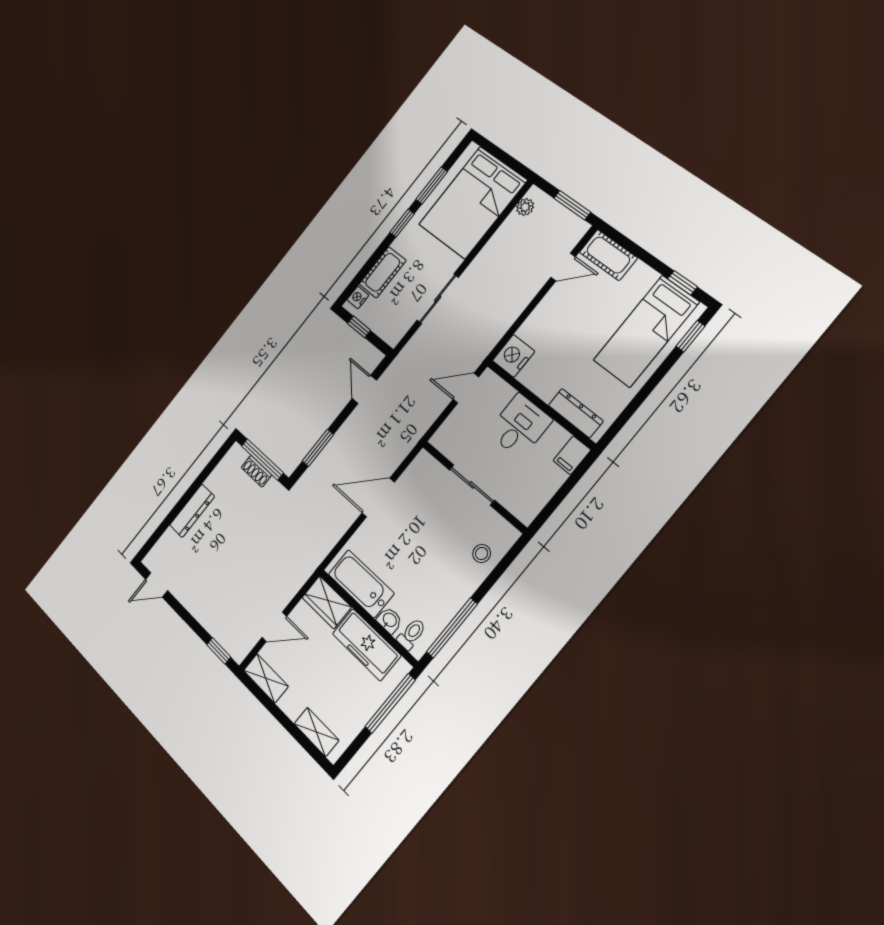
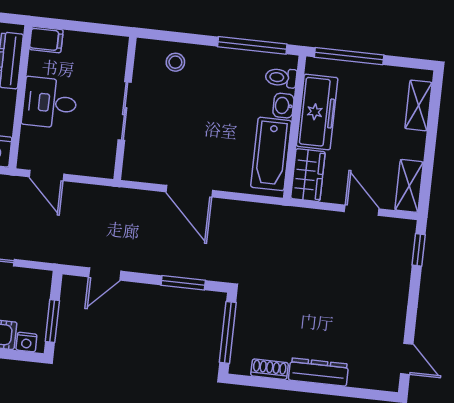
window: (359, 327) -> (52, 321), width x1.50
shoe rack: (256, 471) -> (270, 369), moved, turned -90

